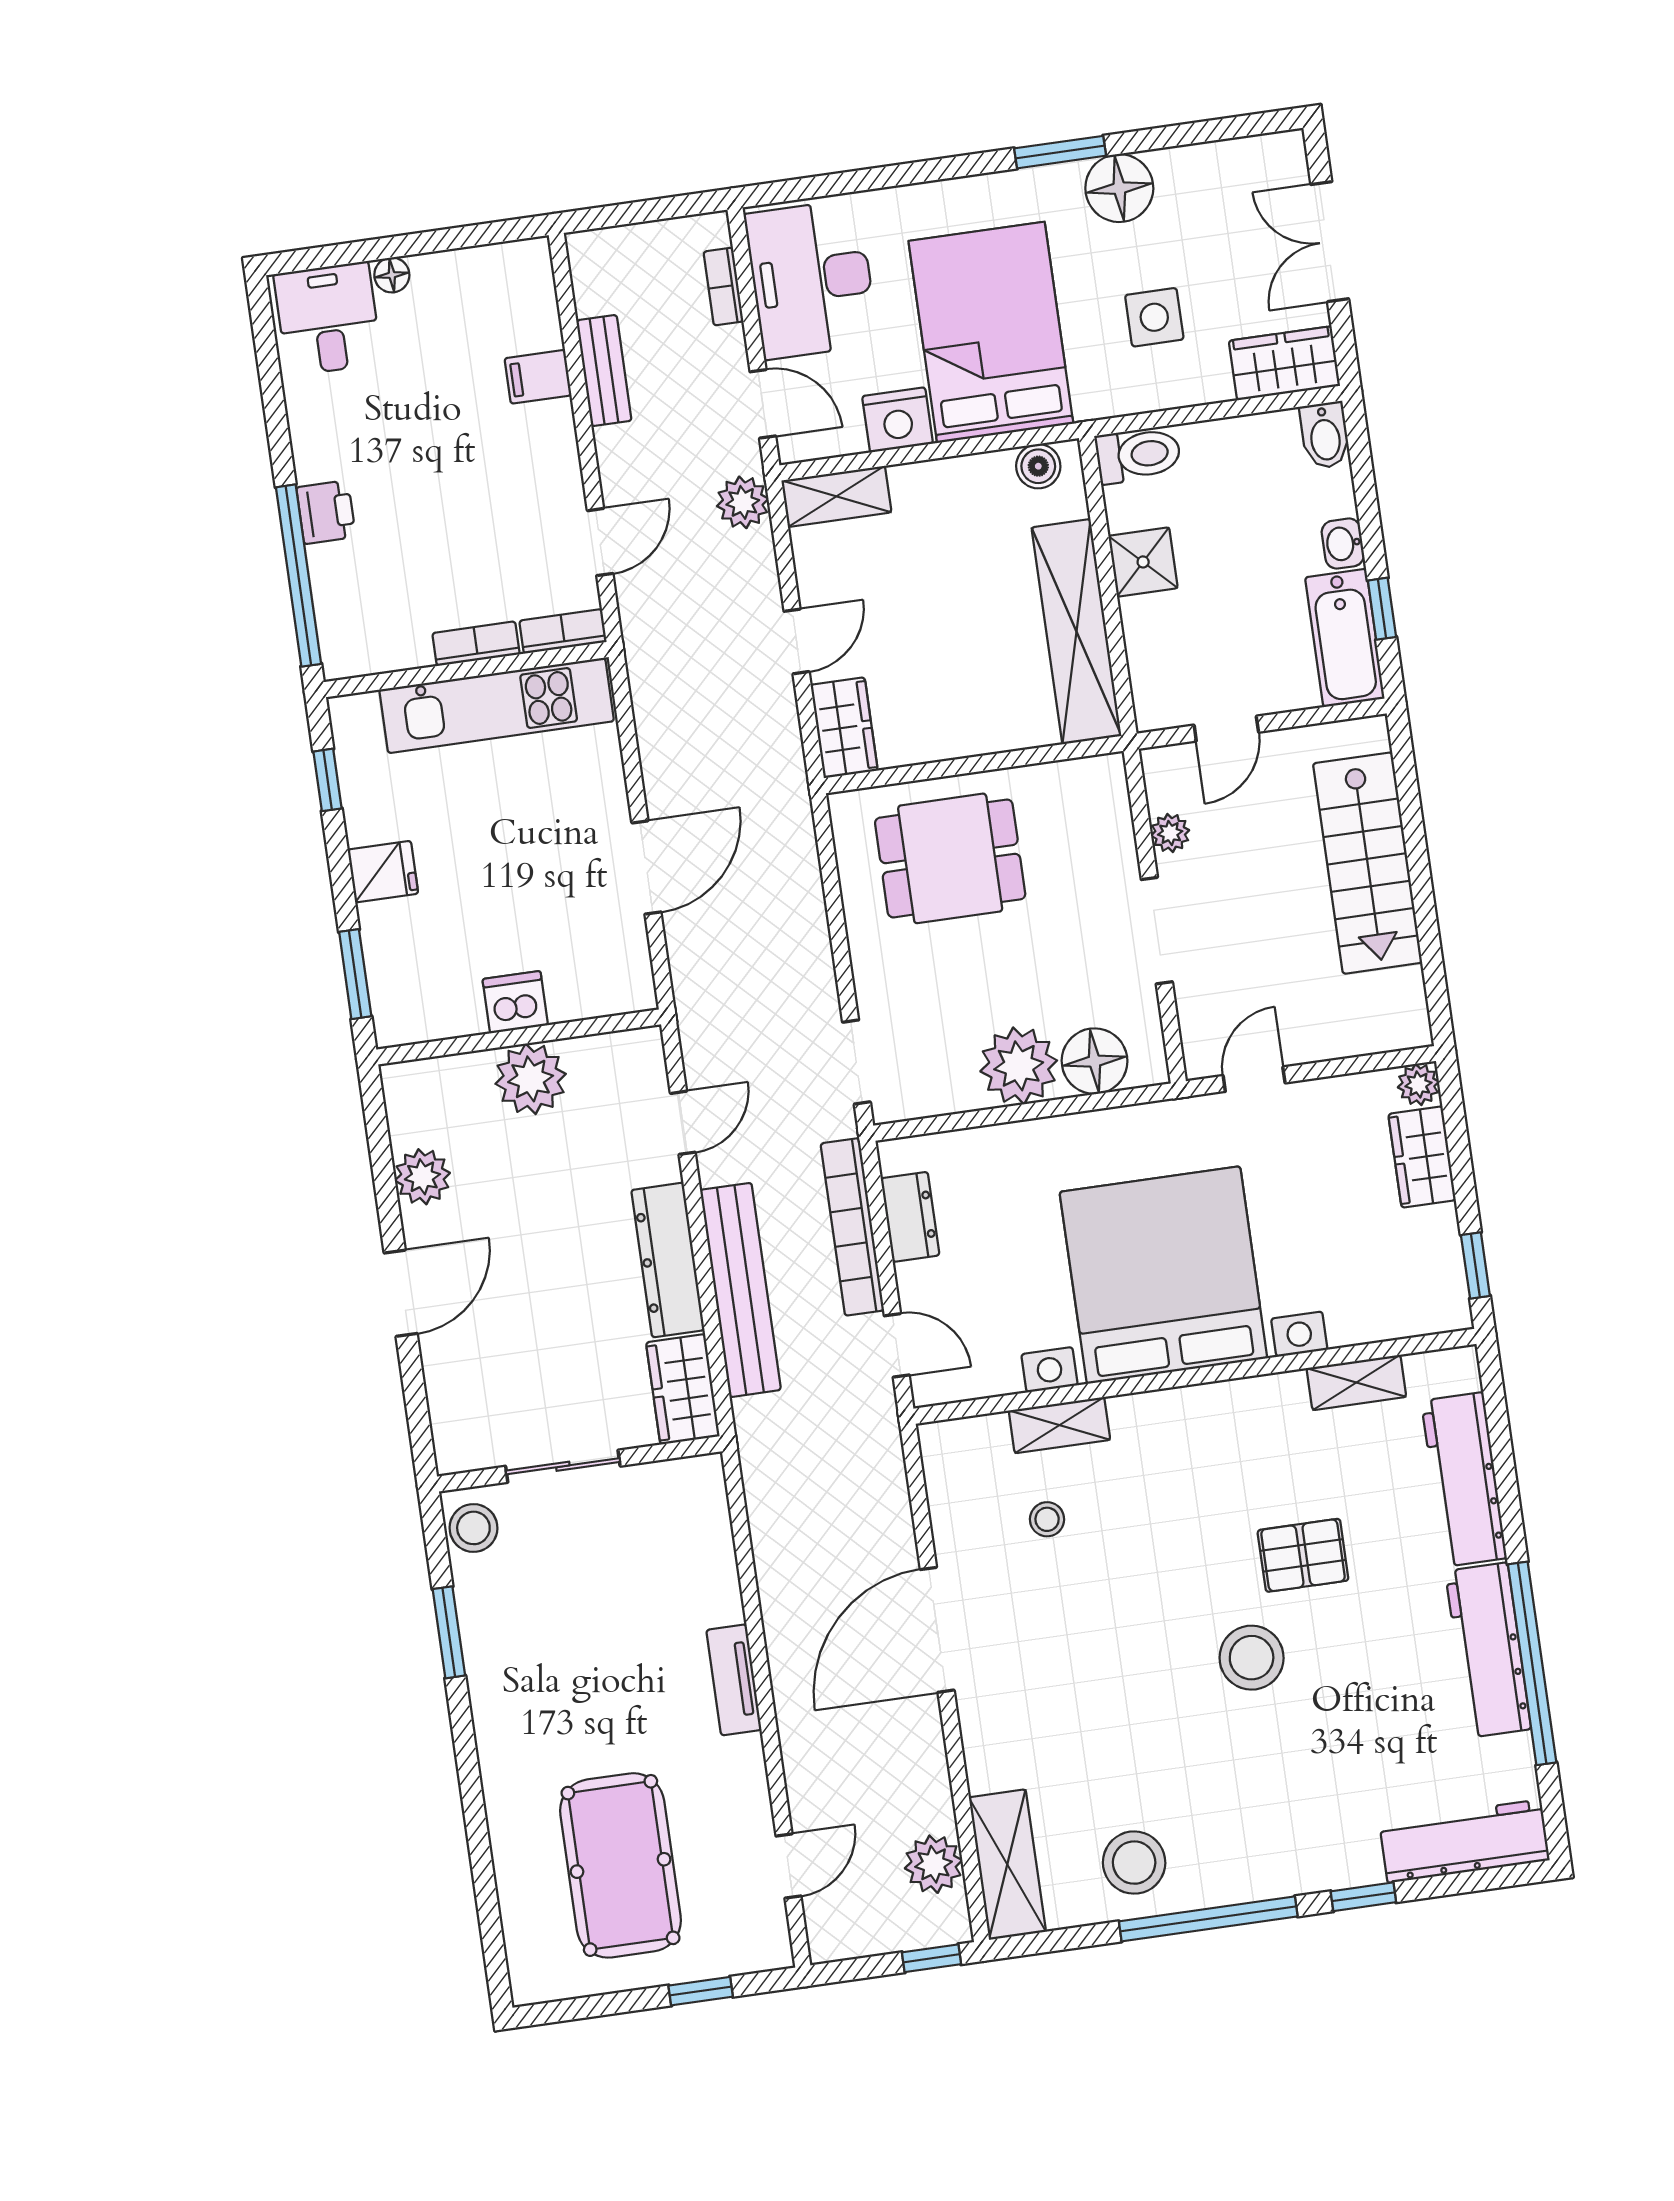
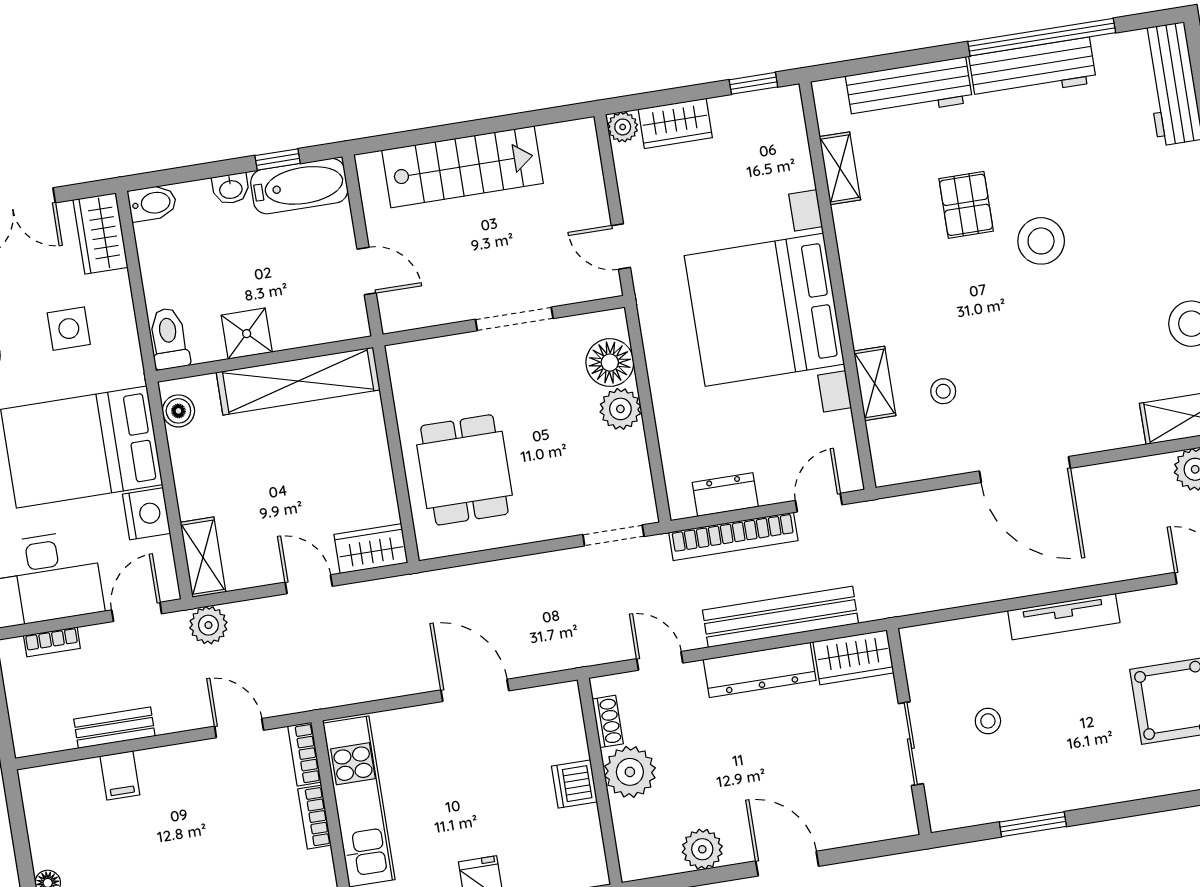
plant: (1170, 833) -> (443, 311), removed
shoe rack: (601, 1049) -> (608, 721), added
plant: (1019, 1066) -> (620, 409), width x0.73, depth x0.73
stool: (473, 1528) -> (988, 721), moved, width x0.73, depth x0.73
tv unit: (734, 1680) -> (1064, 617), width x1.41

